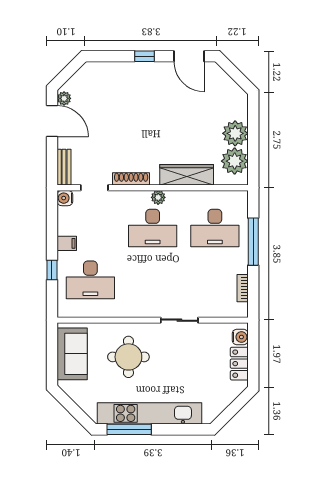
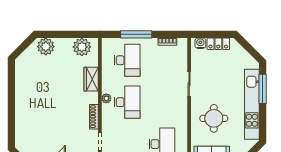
window: (145, 56) -> (11, 108), removed
door: (189, 56) -> (11, 78), removed
plant: (235, 133) -> (46, 47), moved
wardrobe: (187, 175) -> (91, 79), width x0.67
window: (129, 429) -> (263, 89), moved

